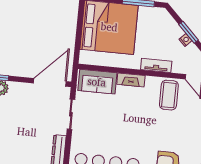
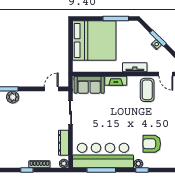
door: (50, 82) -> (51, 89), width x0.53

